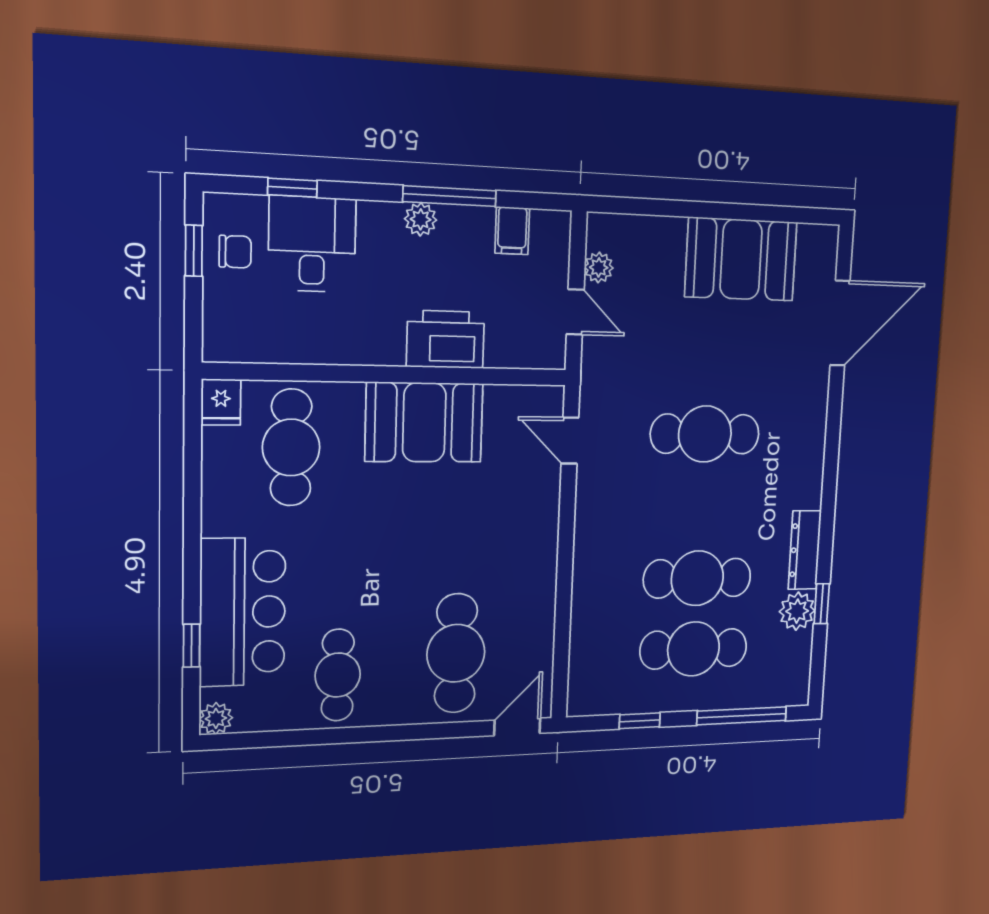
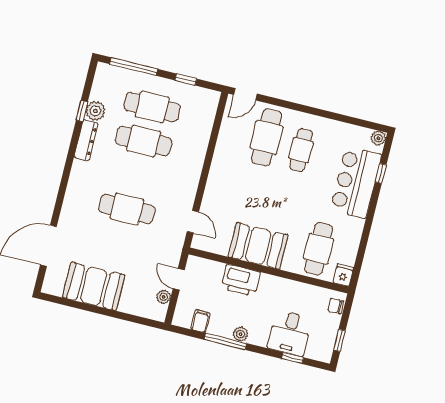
chair: (235, 252) -> (336, 306), moved
cafe table: (338, 675) -> (301, 150), moved

